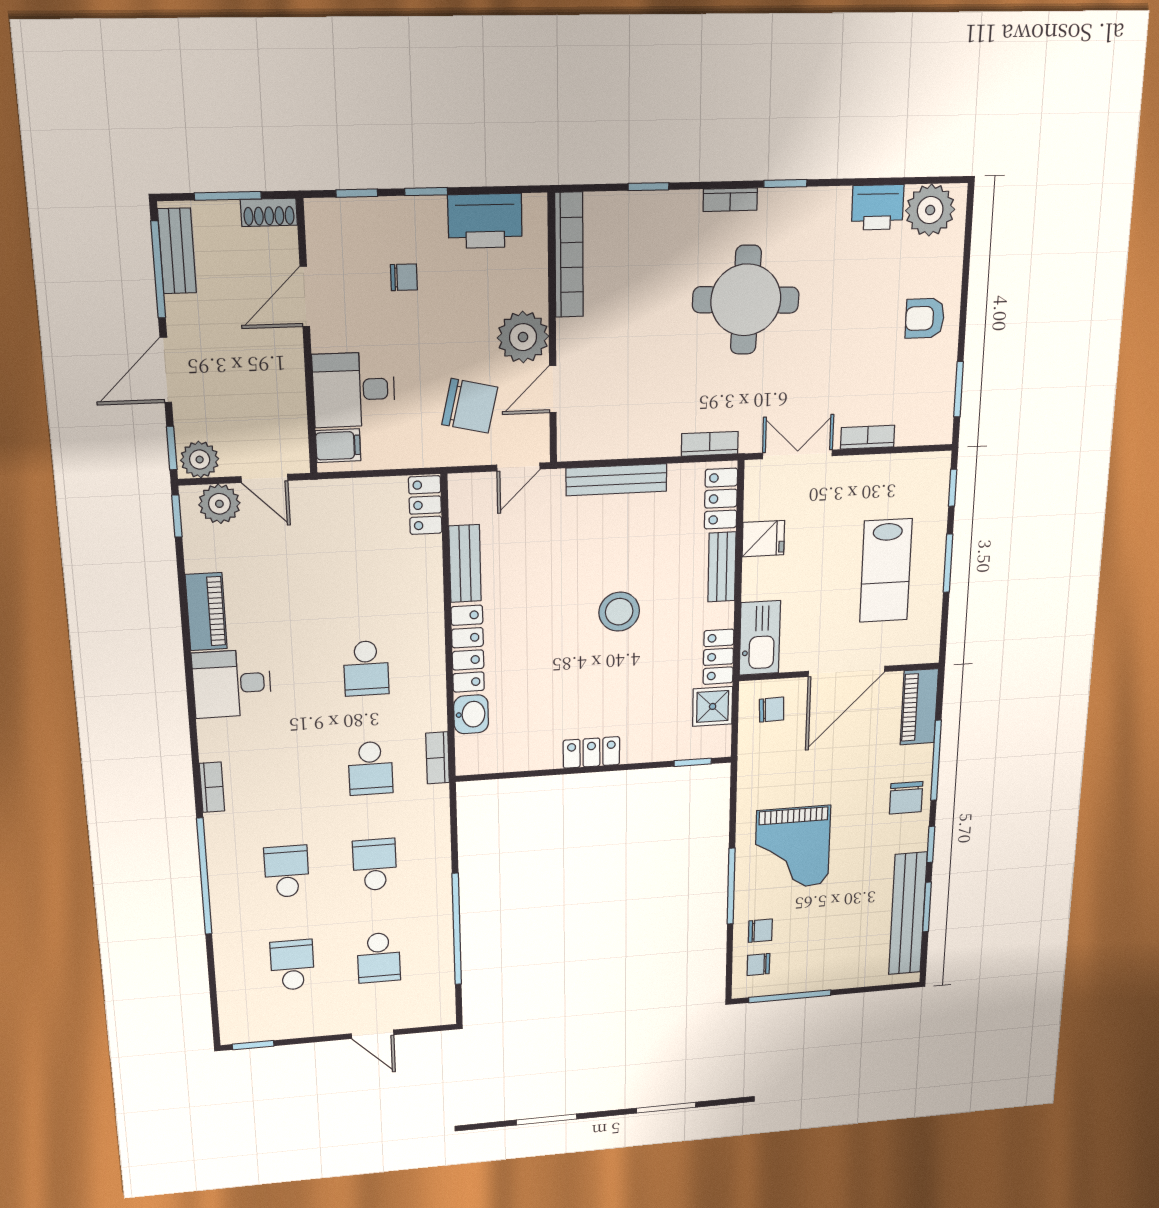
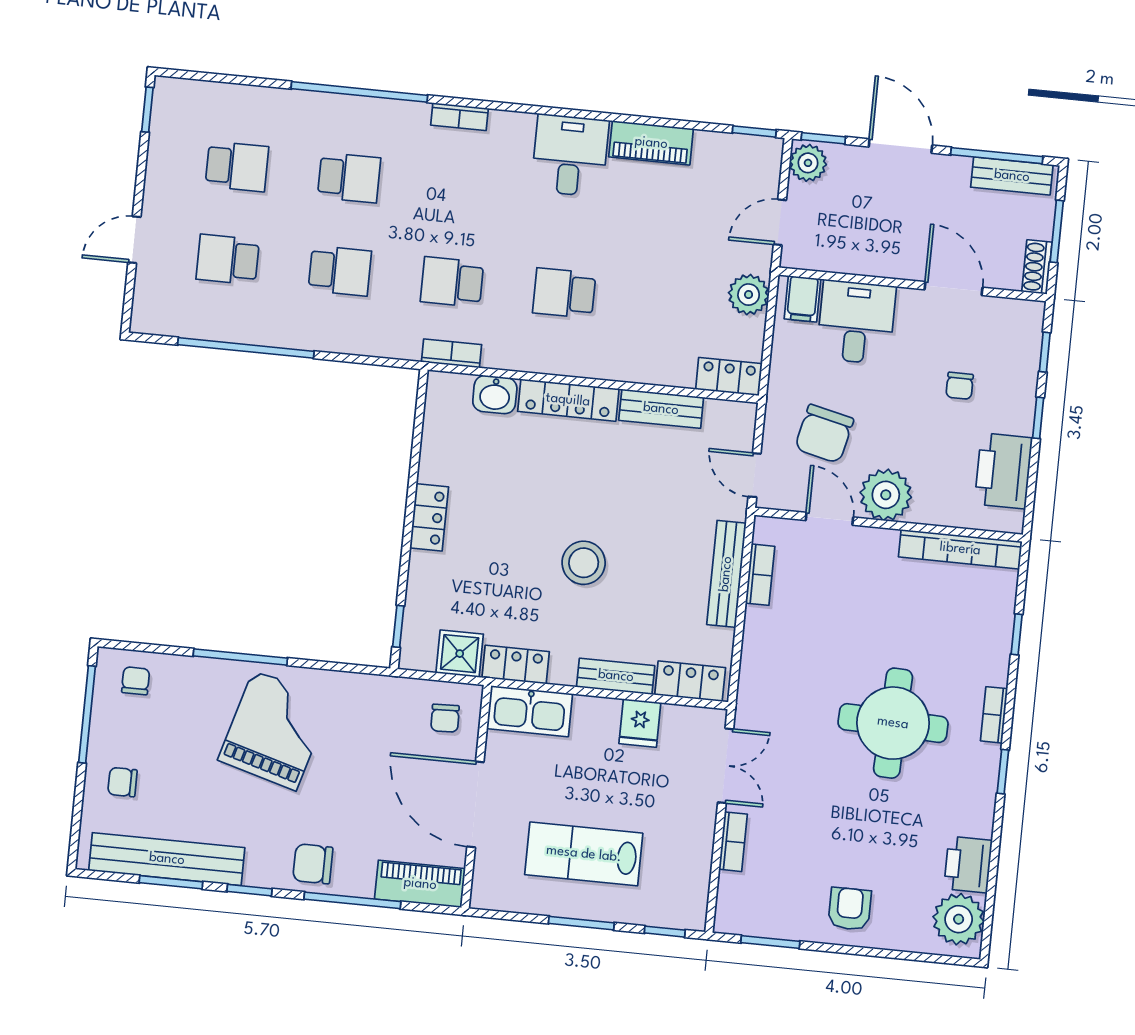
bookcase: (710, 444) -> (760, 575), moved
plant: (219, 504) -> (749, 295), moved
grand piano: (792, 848) -> (275, 730), turned 106
chair: (760, 931) -> (122, 782), moved, turned 90

